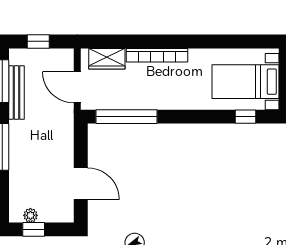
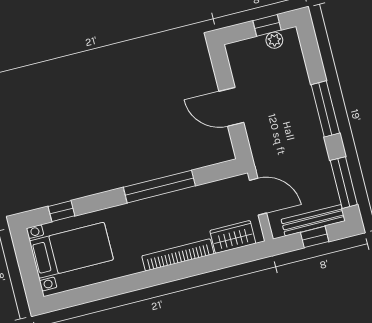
bench: (17, 92) -> (313, 220), moved, turned 90
window: (126, 117) -> (159, 187), moved
door: (81, 184) -> (231, 107), moved

